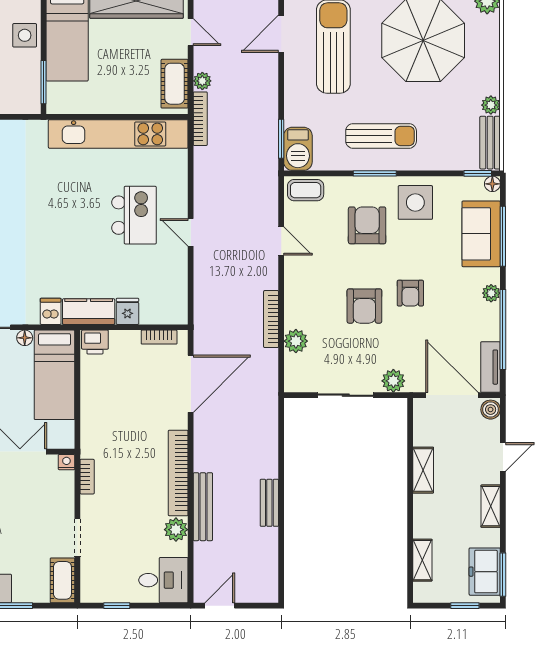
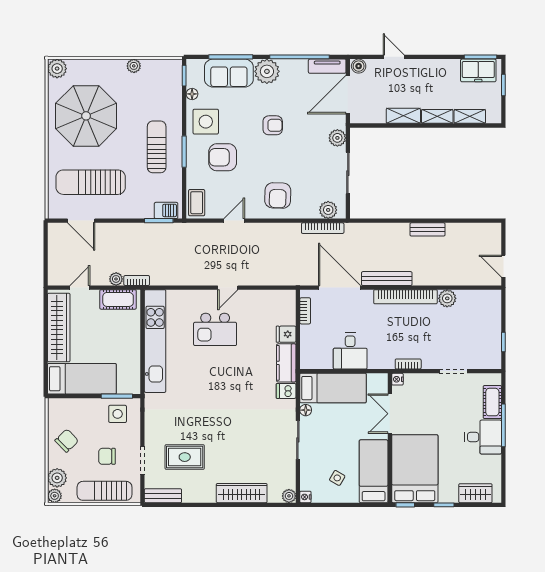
side table: (25, 35) -> (118, 414), moved
bookcase: (200, 119) -> (137, 280), width x0.64
bench: (490, 143) -> (162, 66), removed
barbecue: (298, 149) -> (166, 210), width x0.73, depth x0.79
floor lamp: (492, 184) -> (192, 94), moved
kitchen island: (134, 215) -> (215, 329), turned 180
plant: (491, 293) -> (267, 71), width x1.88, depth x1.88
armchair: (364, 306) -> (278, 196), moved, turned 92
bookcase: (271, 319) -> (323, 228), moved
plant: (296, 341) -> (328, 210), moved
printer: (95, 342) -> (309, 358), removed
shelving: (491, 506) -> (437, 116), moved
bench: (203, 507) -> (387, 279), moved
cot: (62, 580) -> (492, 402), moved, turned 90
desk: (163, 580) -> (350, 351), moved, turned 180

